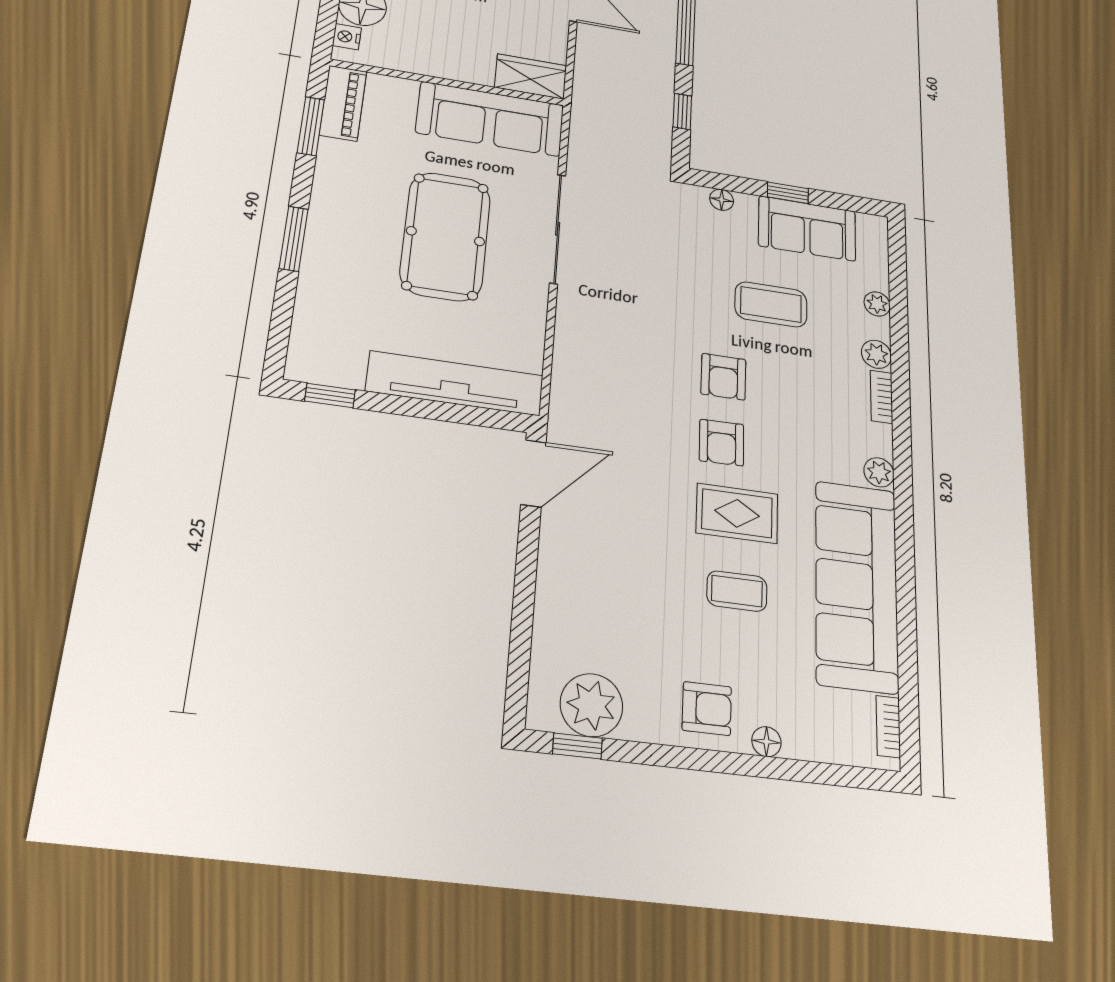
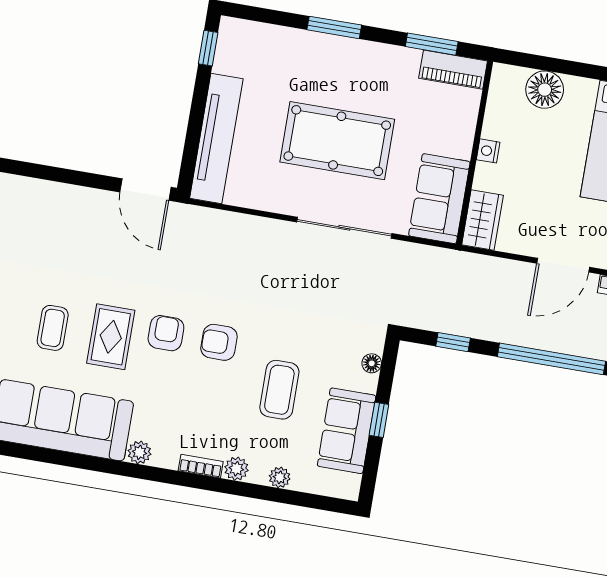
nightstand: (347, 37) -> (488, 151), moved, turned -90
sofa: (490, 119) -> (439, 199), width x0.73
armchair: (722, 443) -> (166, 333), turned 91

